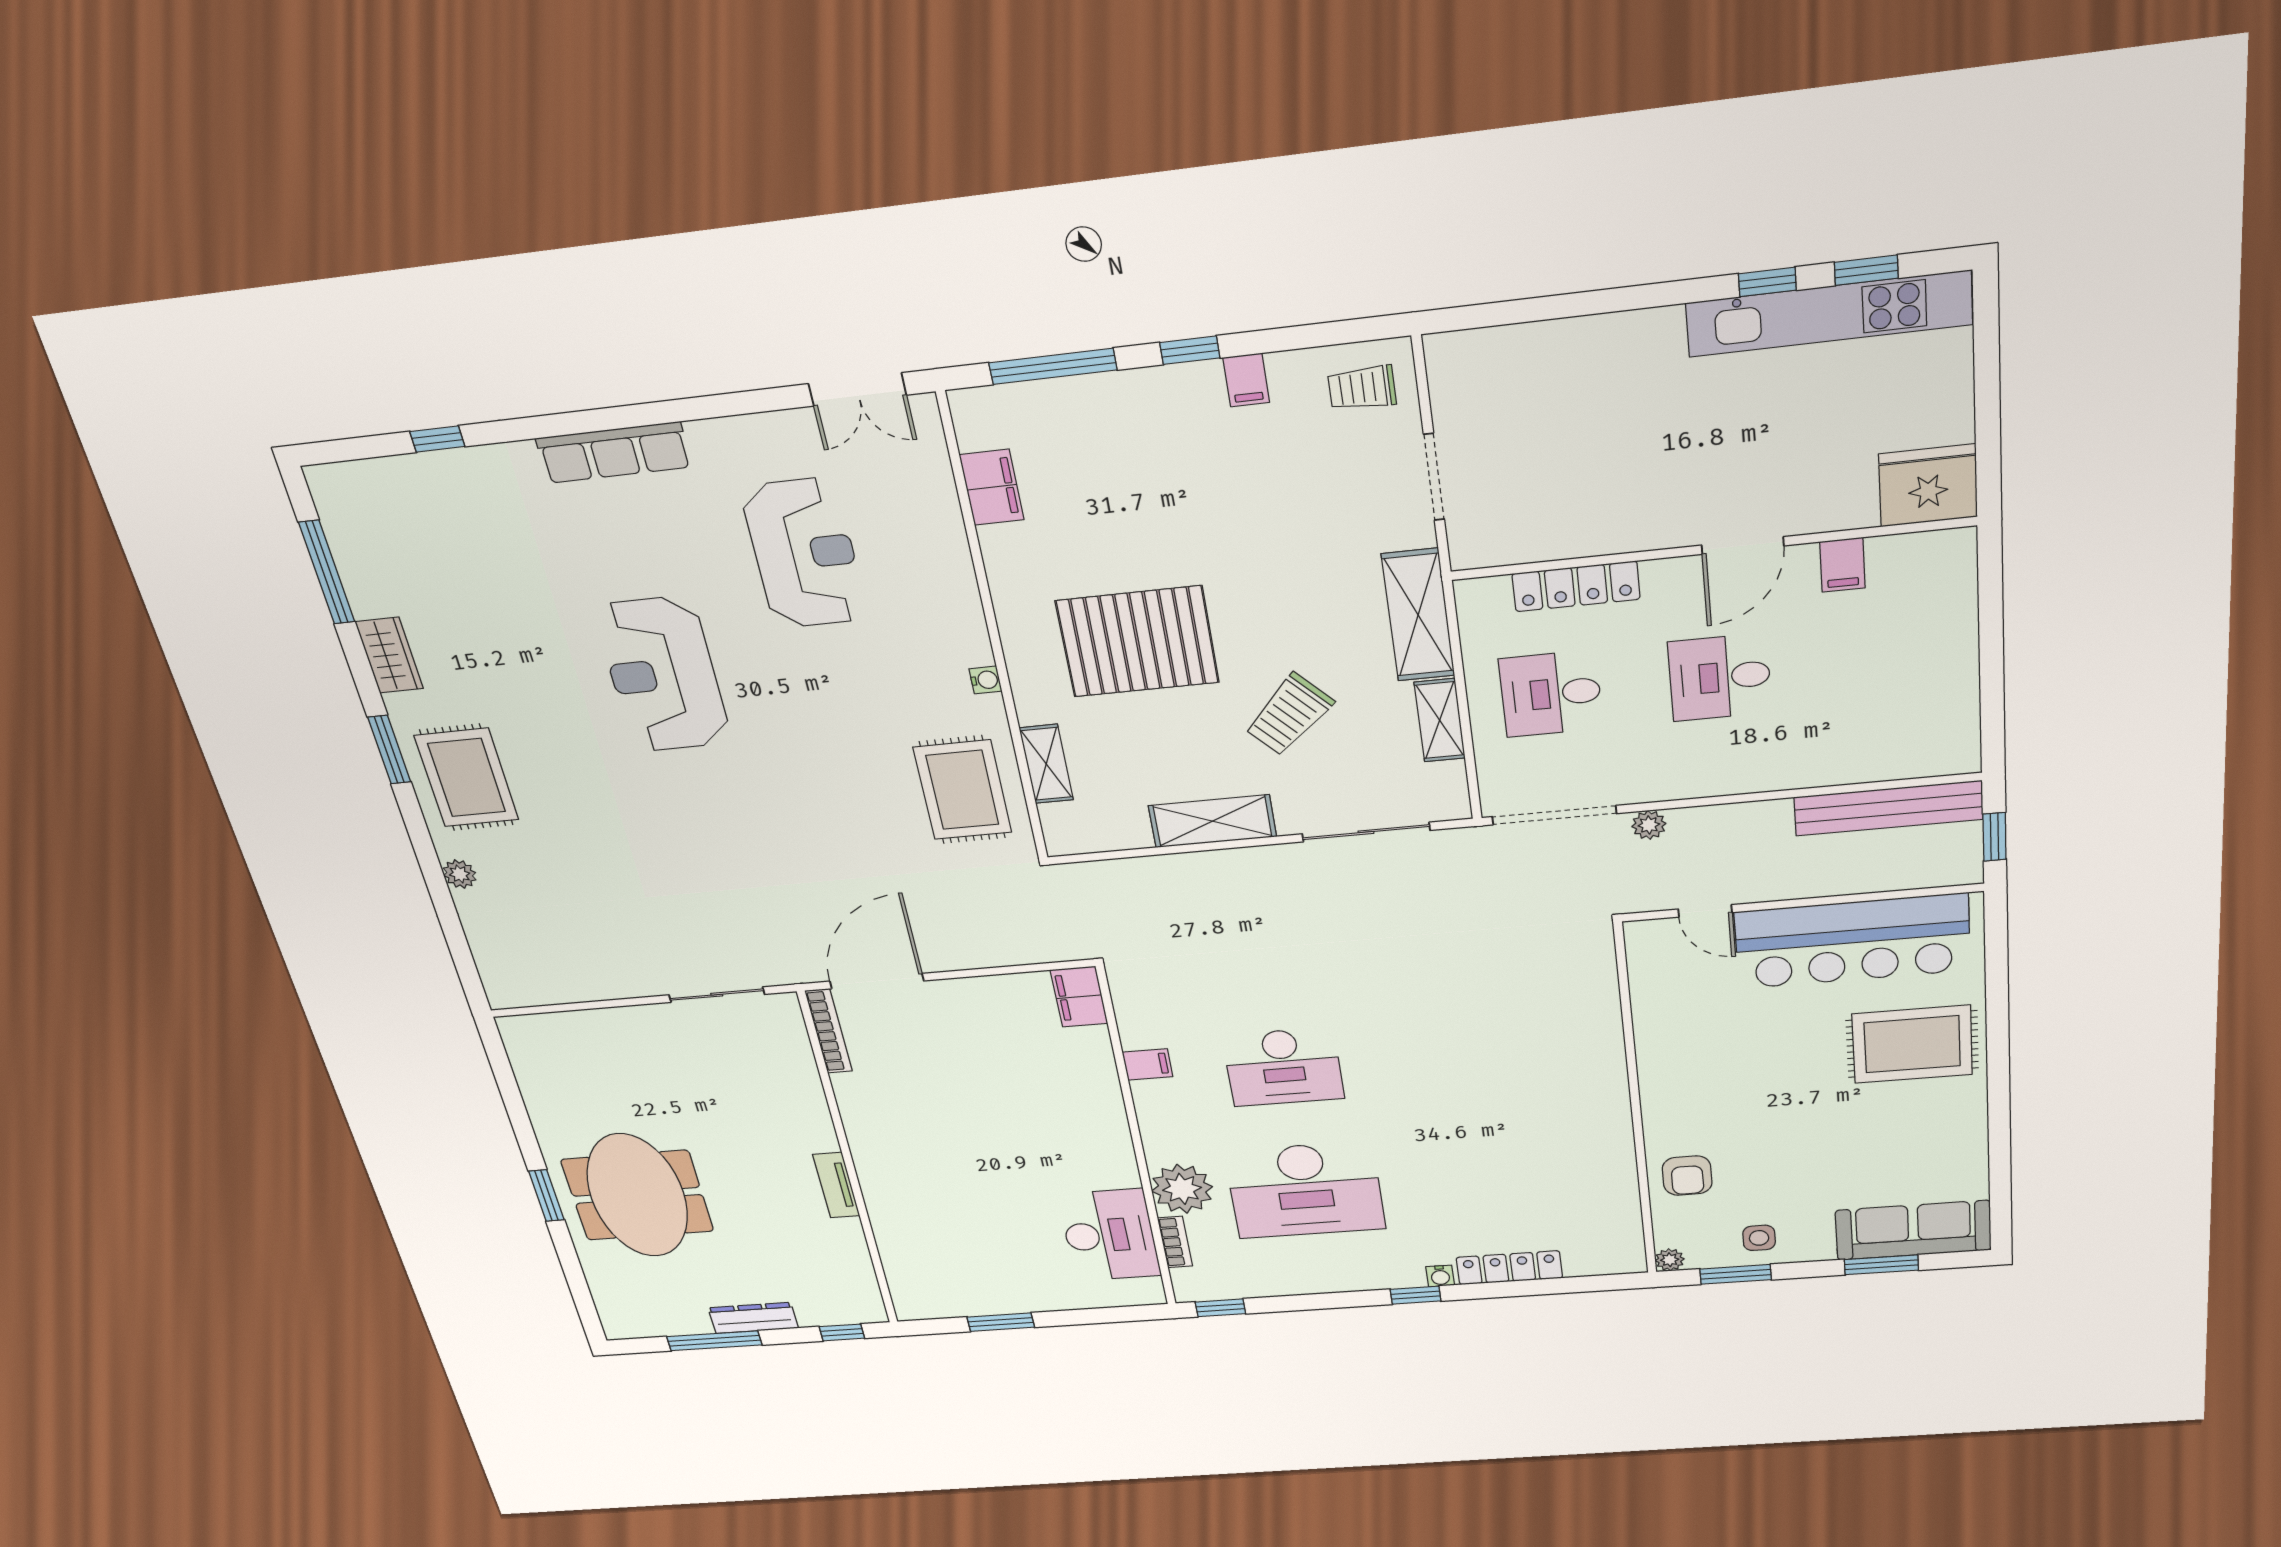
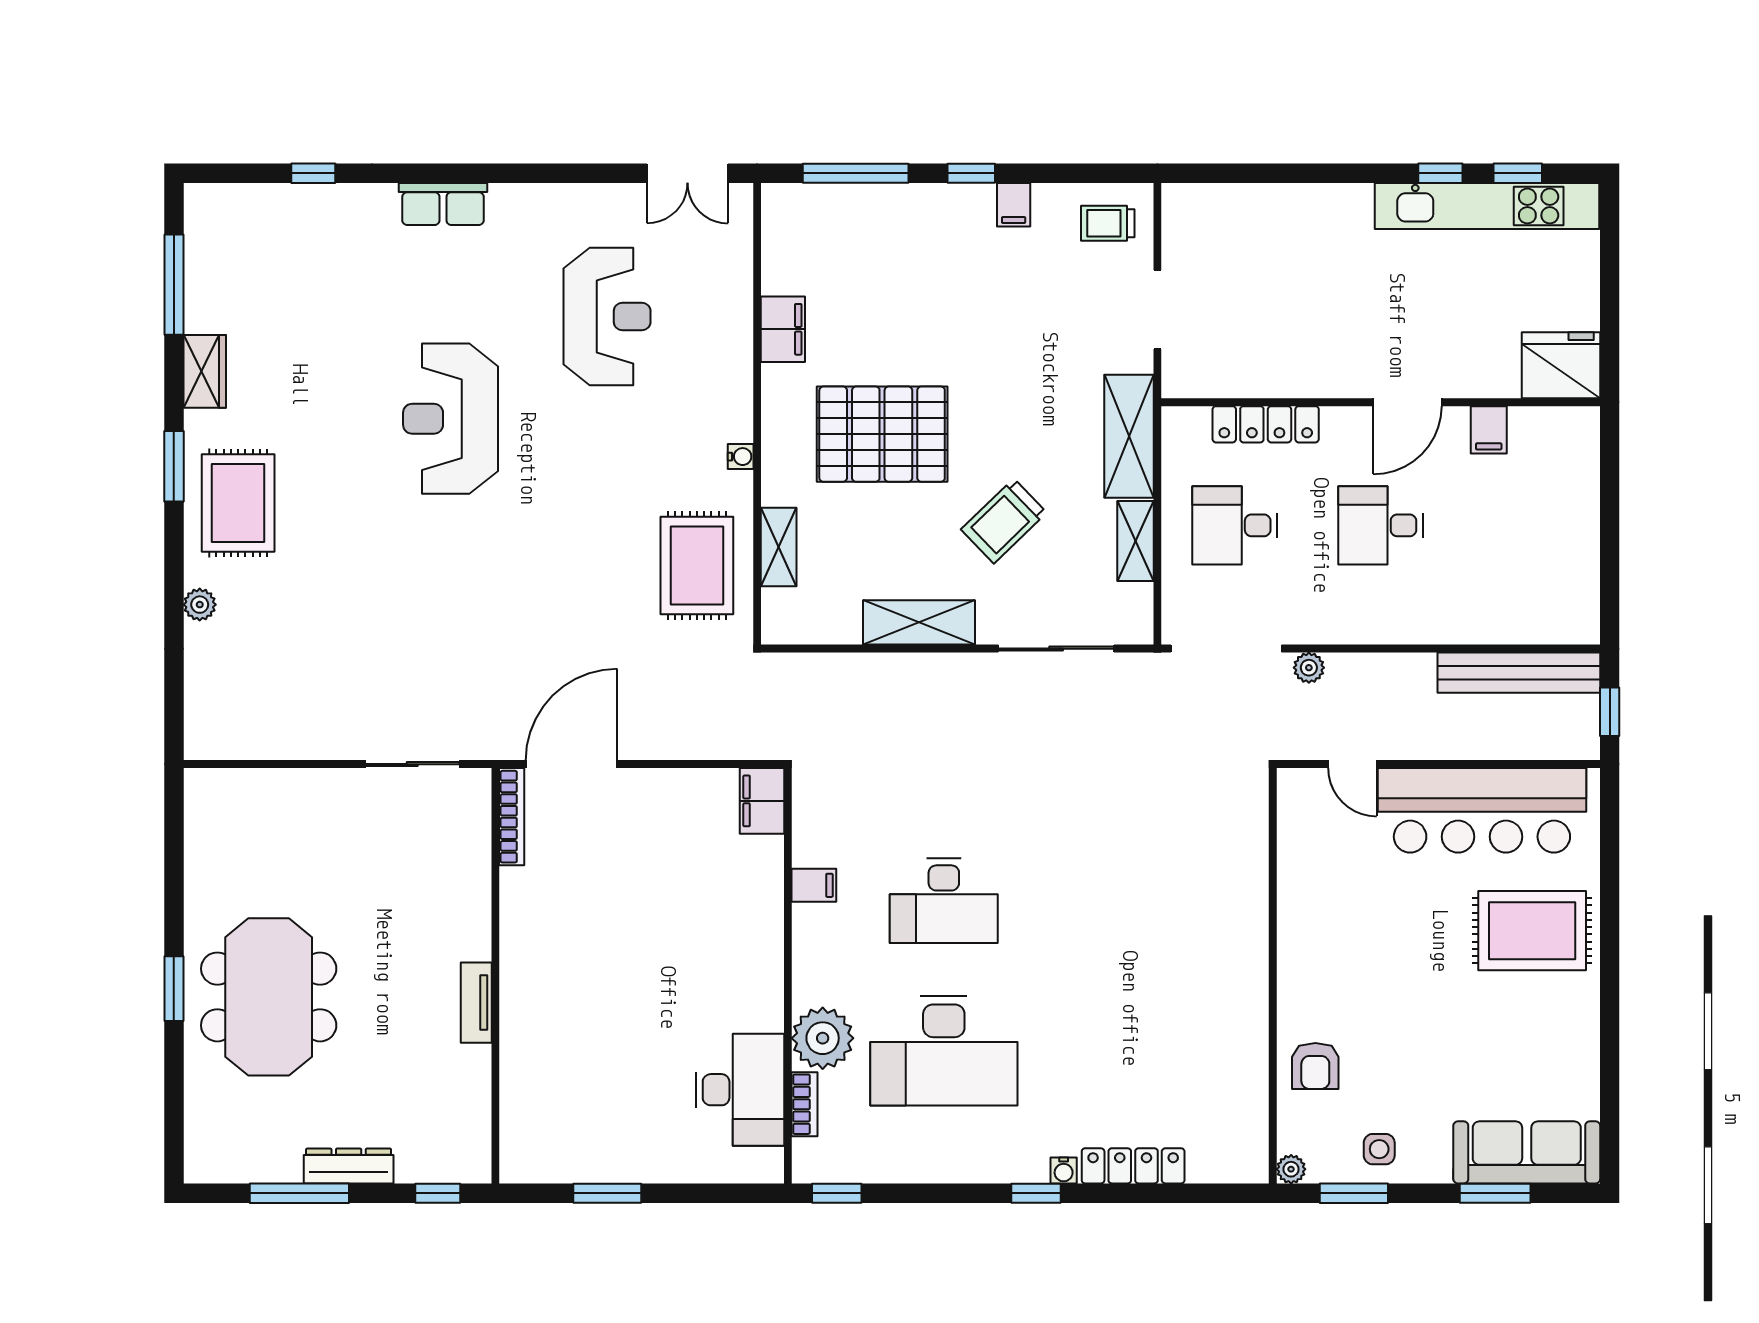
row of seats: (614, 453) -> (443, 204), width x0.68
filing cabinet: (992, 487) -> (783, 329), moved

